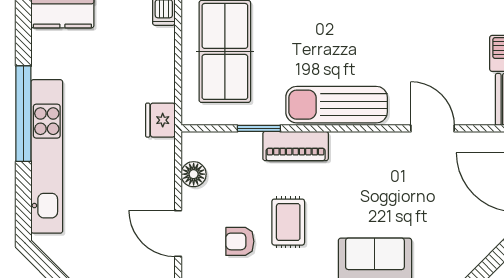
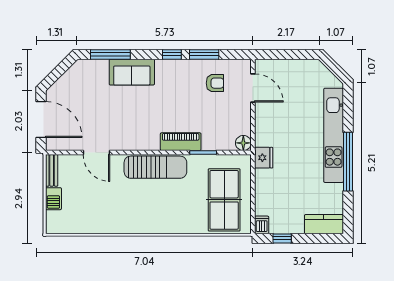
floor lamp: (194, 174) -> (243, 143), moved
rug: (288, 222) -> (185, 95), removed

